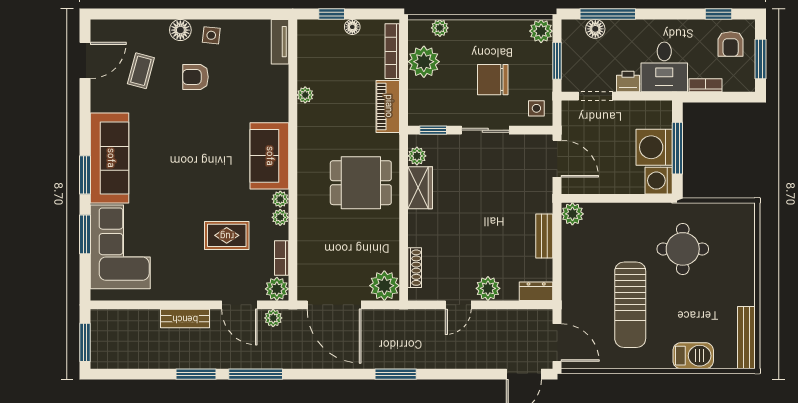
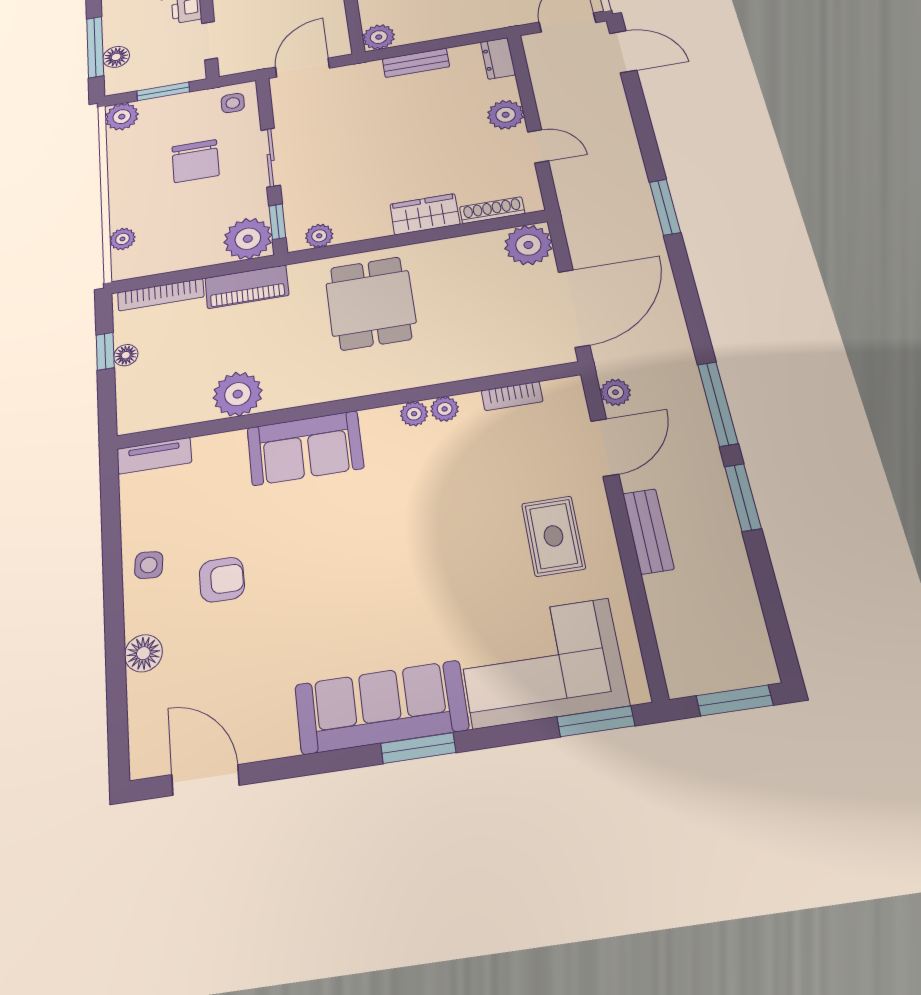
window: (332, 14) -> (105, 351), moved
floor lamp: (180, 30) -> (143, 653), moved
plant: (424, 62) -> (248, 239), moved
coffee table: (141, 71) -> (217, 675), removed
armchair: (195, 77) -> (222, 580), turned -90
plant: (305, 95) -> (238, 394), width x1.87, depth x1.87
sofa: (269, 156) -> (305, 448), moved
wardrobe: (420, 188) -> (425, 214), moved
window: (85, 234) -> (596, 721), moved
rug: (227, 235) -> (553, 536), moved
plant: (277, 289) -> (565, 395), removed

